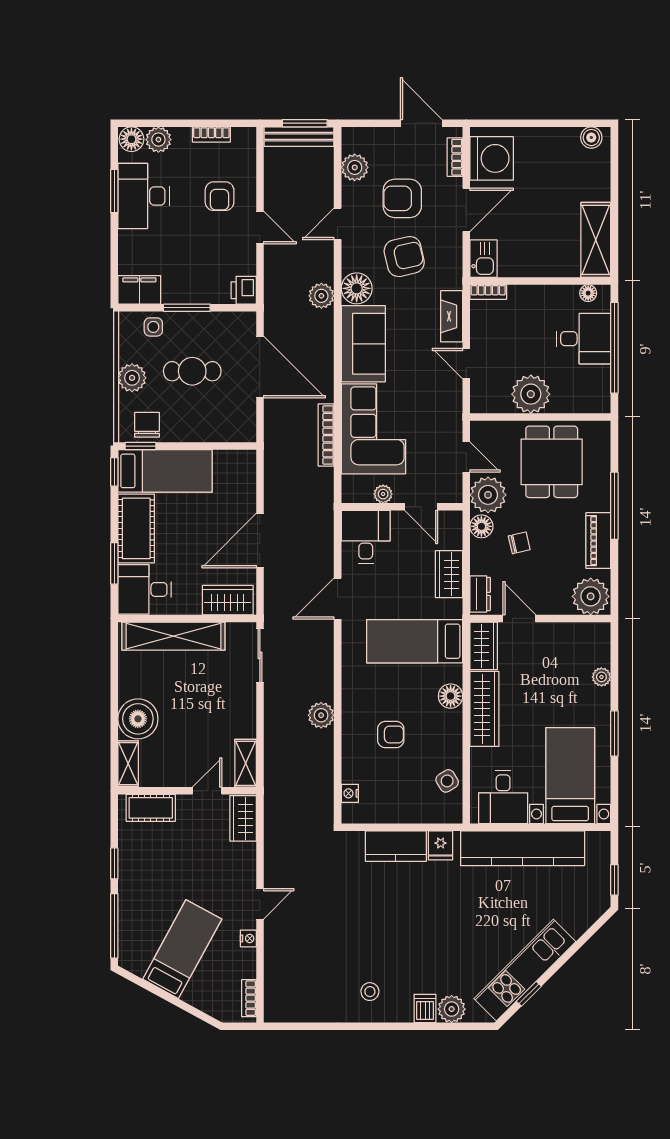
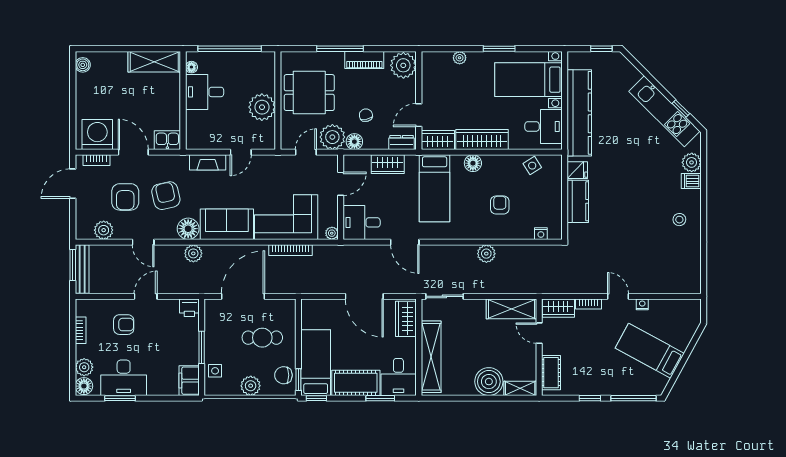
bookcase: (488, 292) -> (191, 137), removed
desk: (584, 339) -> (205, 92), moved, turned -90
cafe table: (192, 371) -> (262, 338), moved, turned 90
plant: (383, 494) -> (332, 233), moved
shelving: (246, 763) -> (512, 309), width x1.50, depth x1.33
bookcase: (249, 998) -> (589, 304), moved

